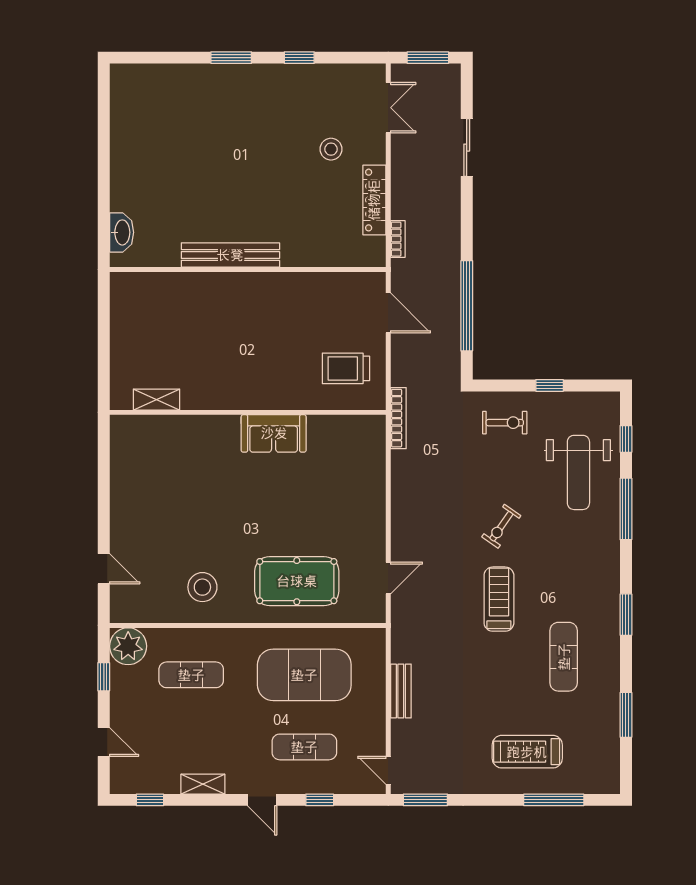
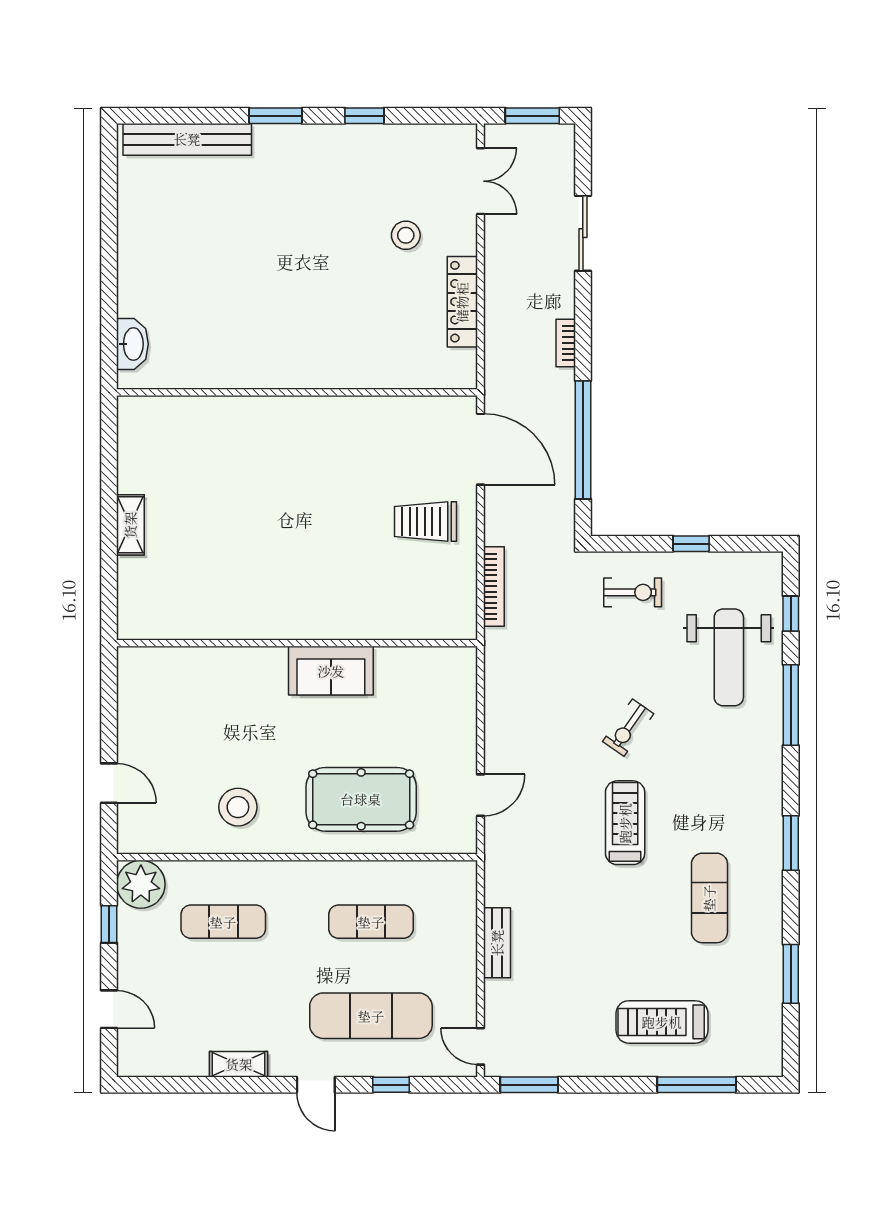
bookcase: (398, 239) -> (566, 343), moved, turned 180
bench: (230, 255) -> (187, 139), moved
door: (388, 313) -> (481, 449), width x1.36
shelving: (157, 400) -> (130, 525), moved, turned 90
wall: (248, 412) -> (297, 643), moved
sofa: (274, 433) -> (331, 671), moved
exercise mat: (304, 675) -> (371, 922), width x0.50, depth x0.69
exercise mat: (304, 747) -> (371, 1016), width x1.36, depth x1.45
window: (150, 800) -> (169, 1085), removed

